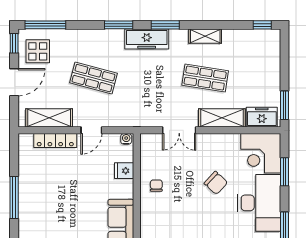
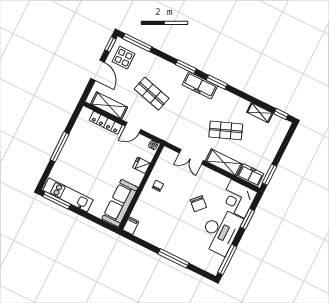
shelving: (205, 36) -> (260, 113), moved
shop shelf: (205, 78) -> (226, 130), turned -30
door: (14, 82) -> (98, 70), hinge flipped

